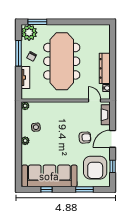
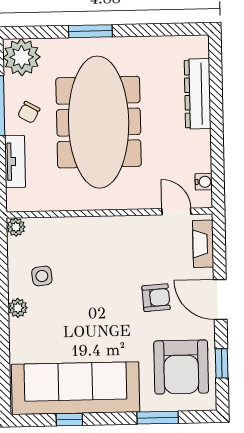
window: (37, 22) -> (90, 31), moved
dresser: (105, 68) -> (198, 94), moved
door: (113, 139) -> (220, 299), hinge flipped

